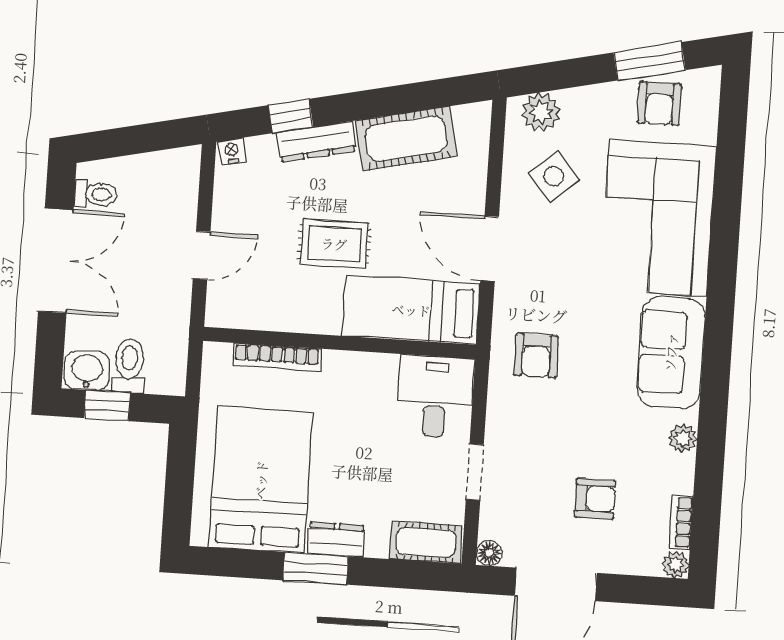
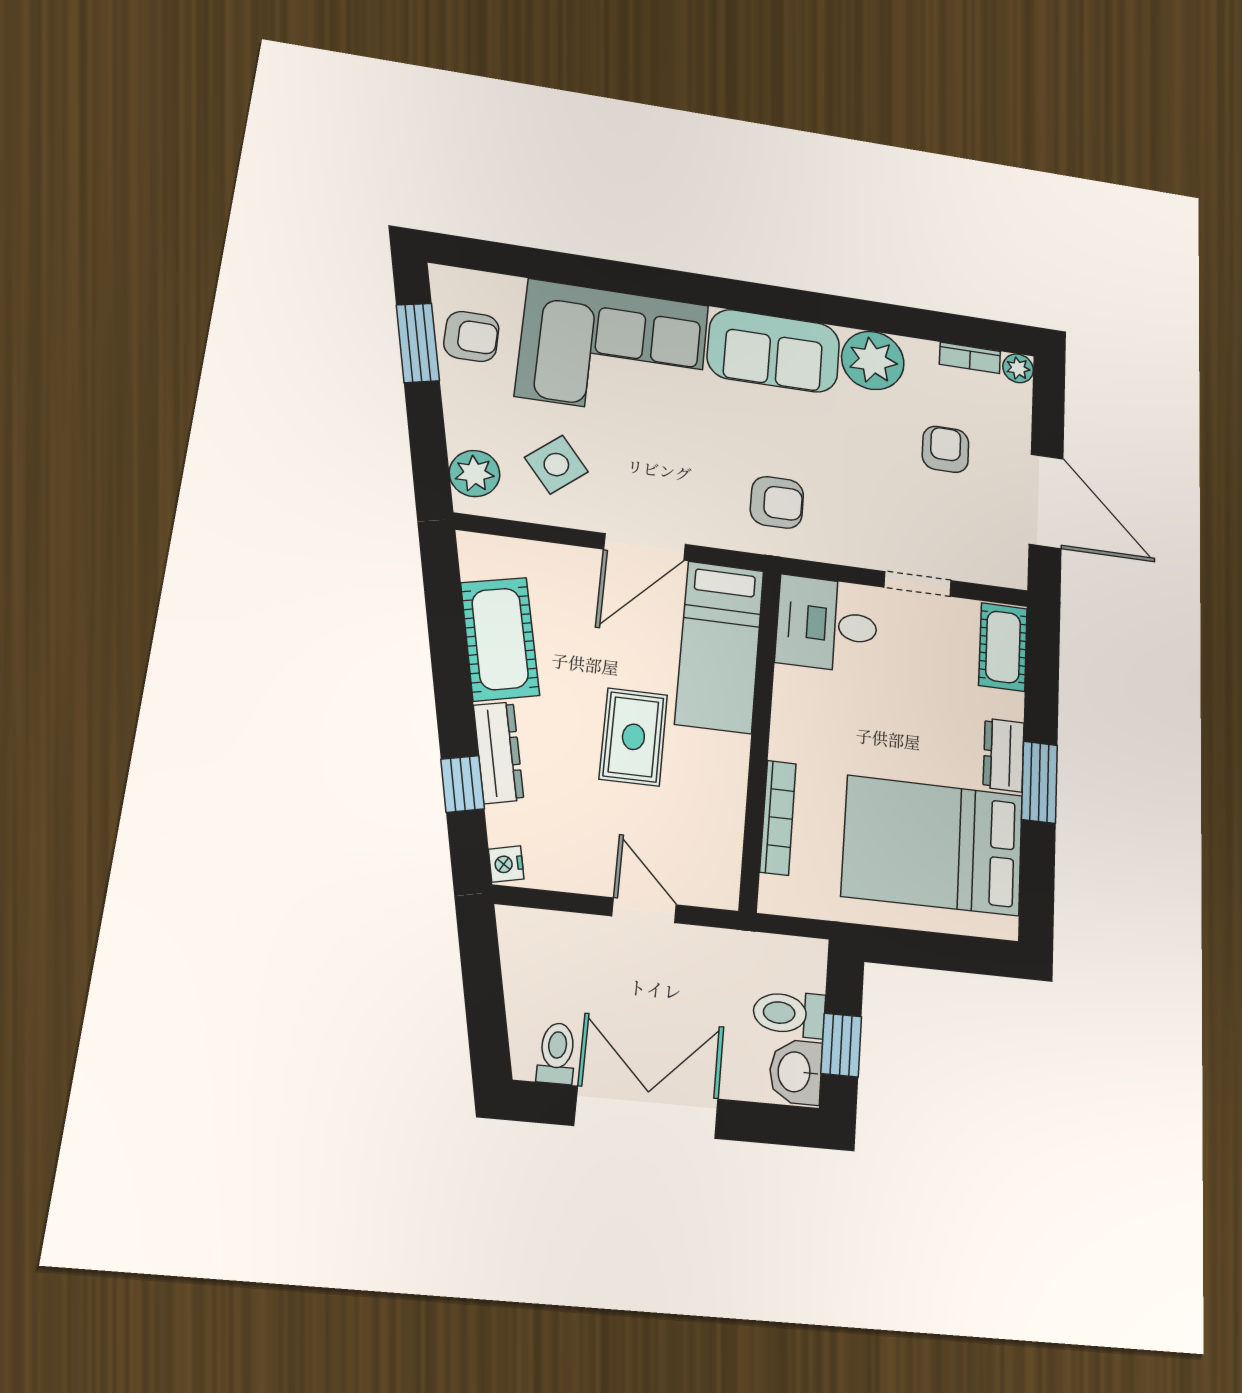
plant: (683, 438) -> (873, 360), width x1.87, depth x1.87
floor lamp: (489, 553) -> (1013, 574), removed

